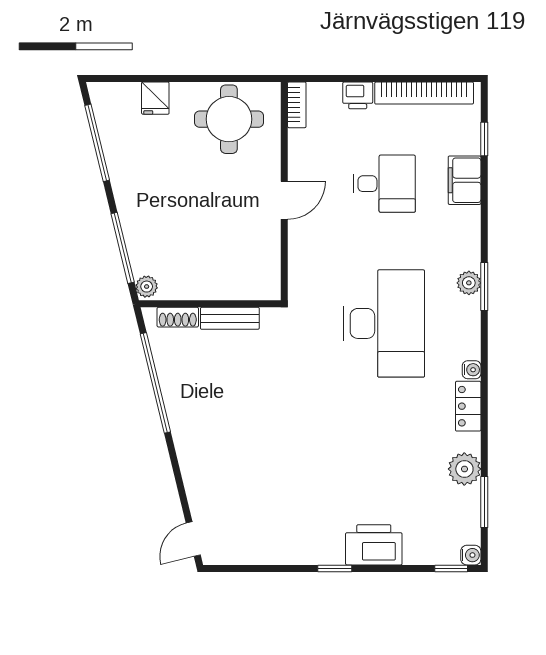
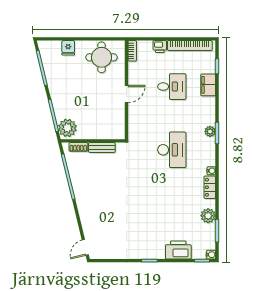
plant: (147, 287) -> (67, 128), width x1.87, depth x1.87
desk: (384, 323) -> (172, 150), width x0.73, depth x0.77
printer: (374, 545) -> (178, 250), moved

